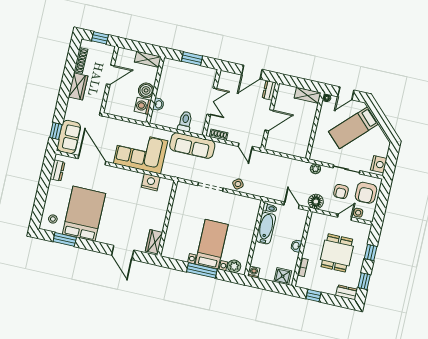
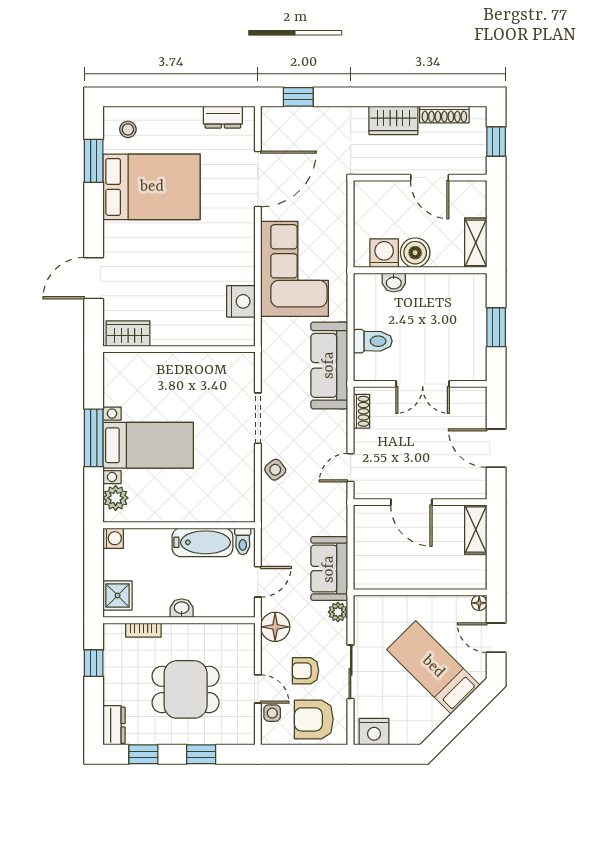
dresser: (269, 90) -> (469, 489), removed
shelving: (308, 95) -> (476, 529), moved
sofa: (69, 137) -> (329, 569), moved, turned 90

